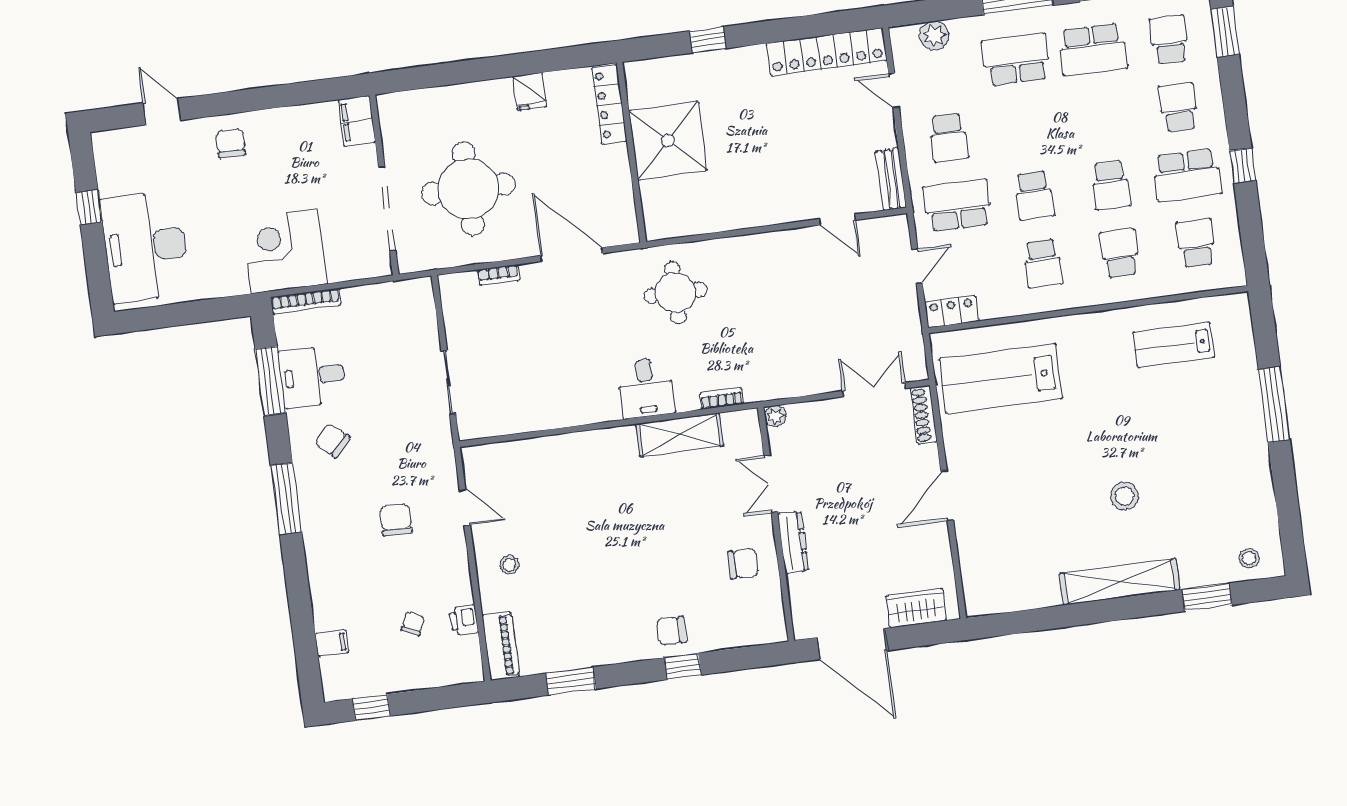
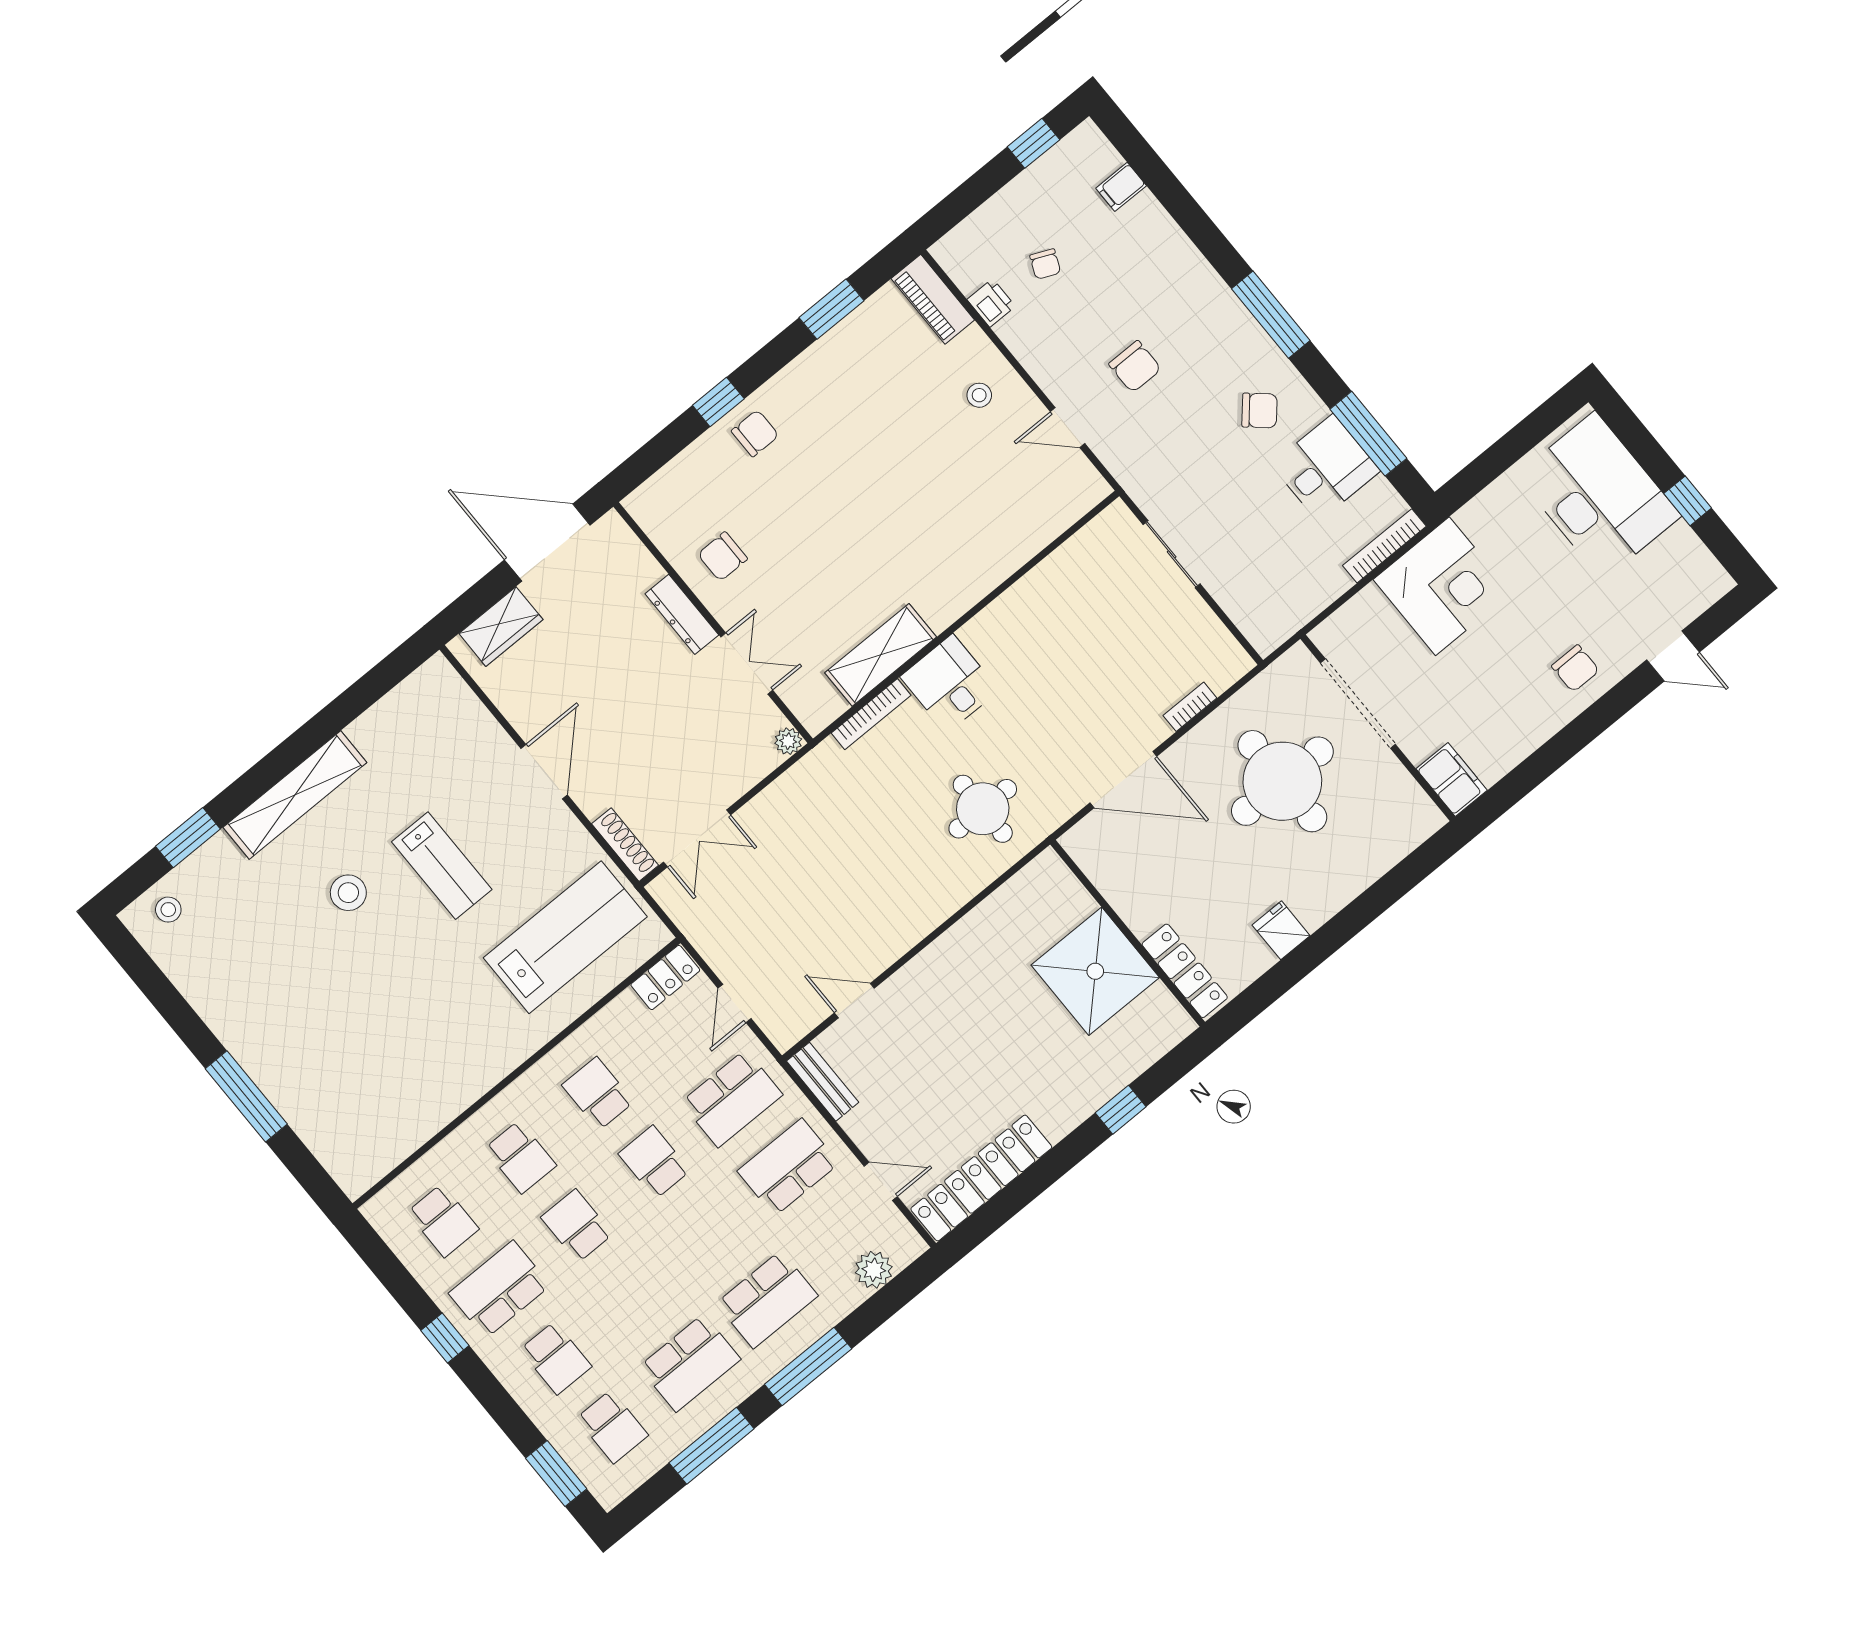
school desk: (1093, 49) -> (690, 1363), turned 180
school desk: (949, 138) -> (788, 1167), width x1.85
lab bench: (1174, 345) -> (442, 866), moved, turned 90
bookcase: (722, 398) -> (871, 714), width x1.56

